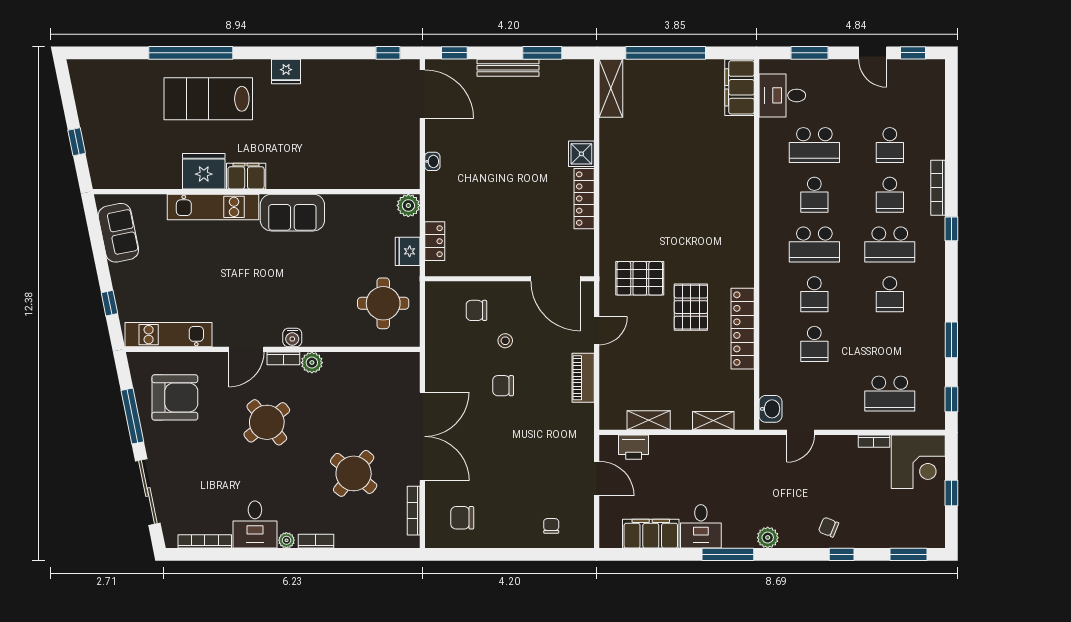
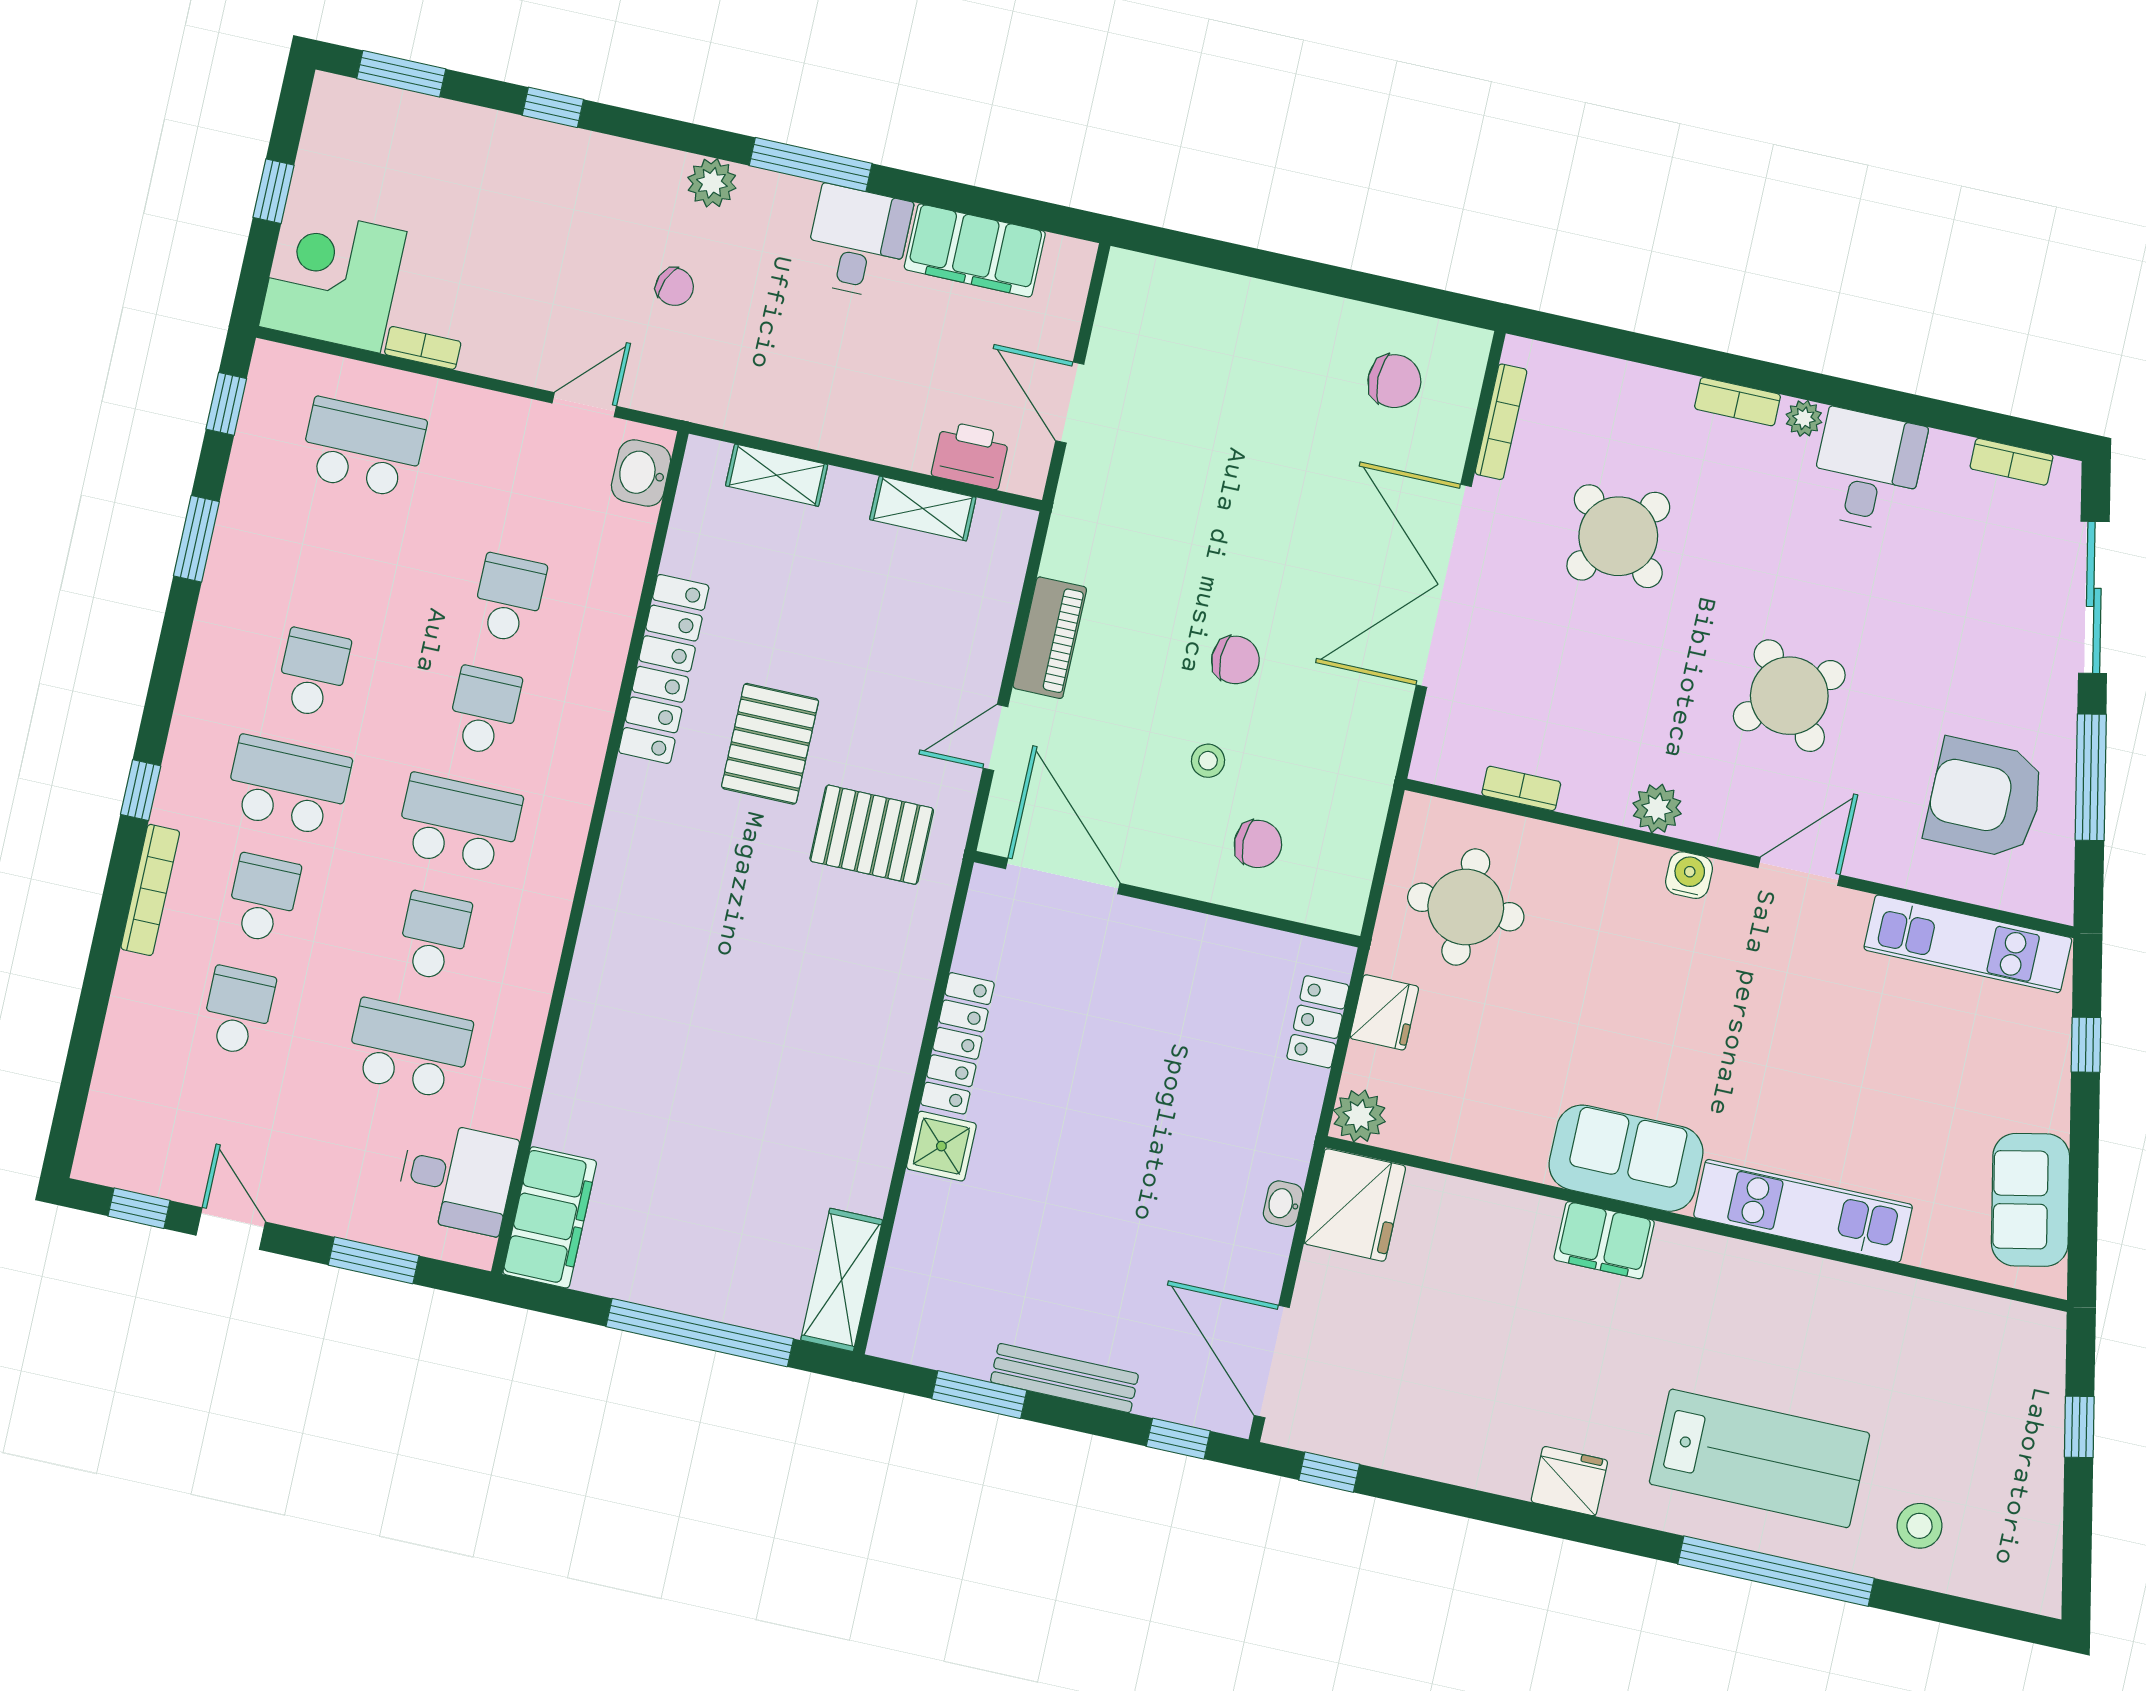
stool: (135, 85) -> (1919, 1526), added
fridge: (204, 171) -> (1355, 1205), moved, turned -90
filing cabinet: (246, 176) -> (1604, 1240), moved
bookcase: (283, 358) -> (1521, 788), moved
chair: (551, 526) -> (1197, 318), removed
chair: (828, 527) -> (675, 287), moved
bookcase: (205, 541) -> (2012, 462), width x0.64

